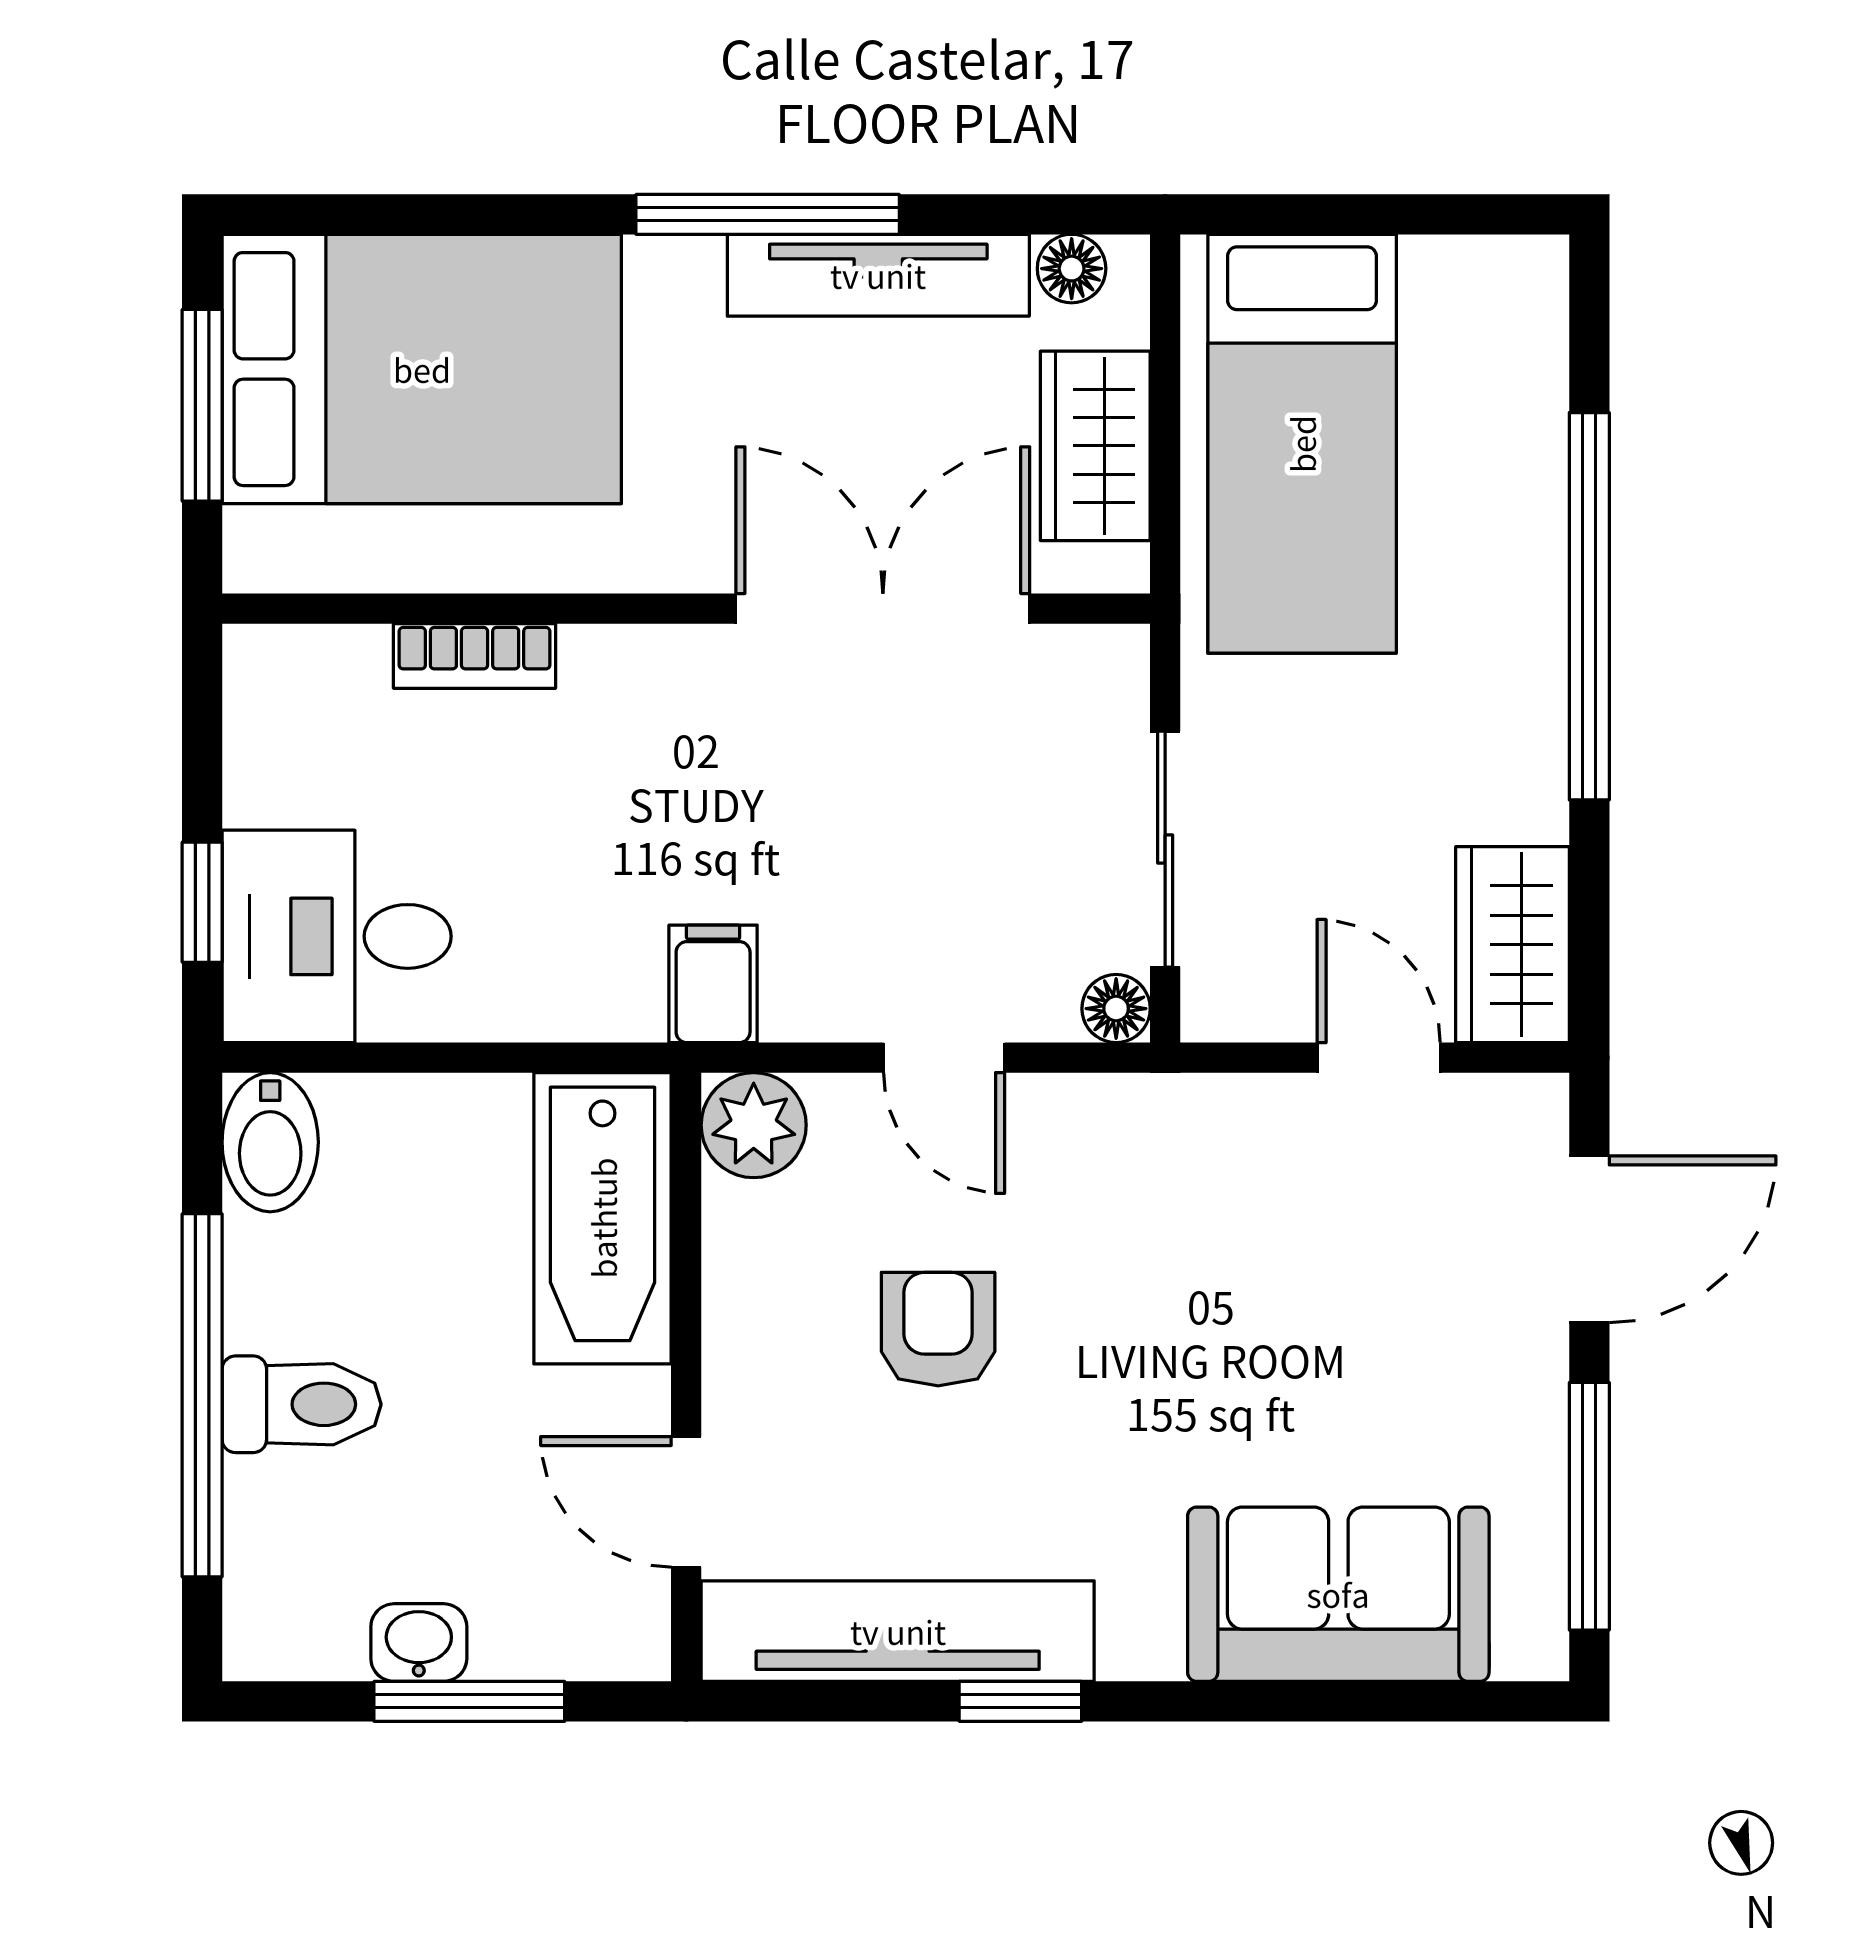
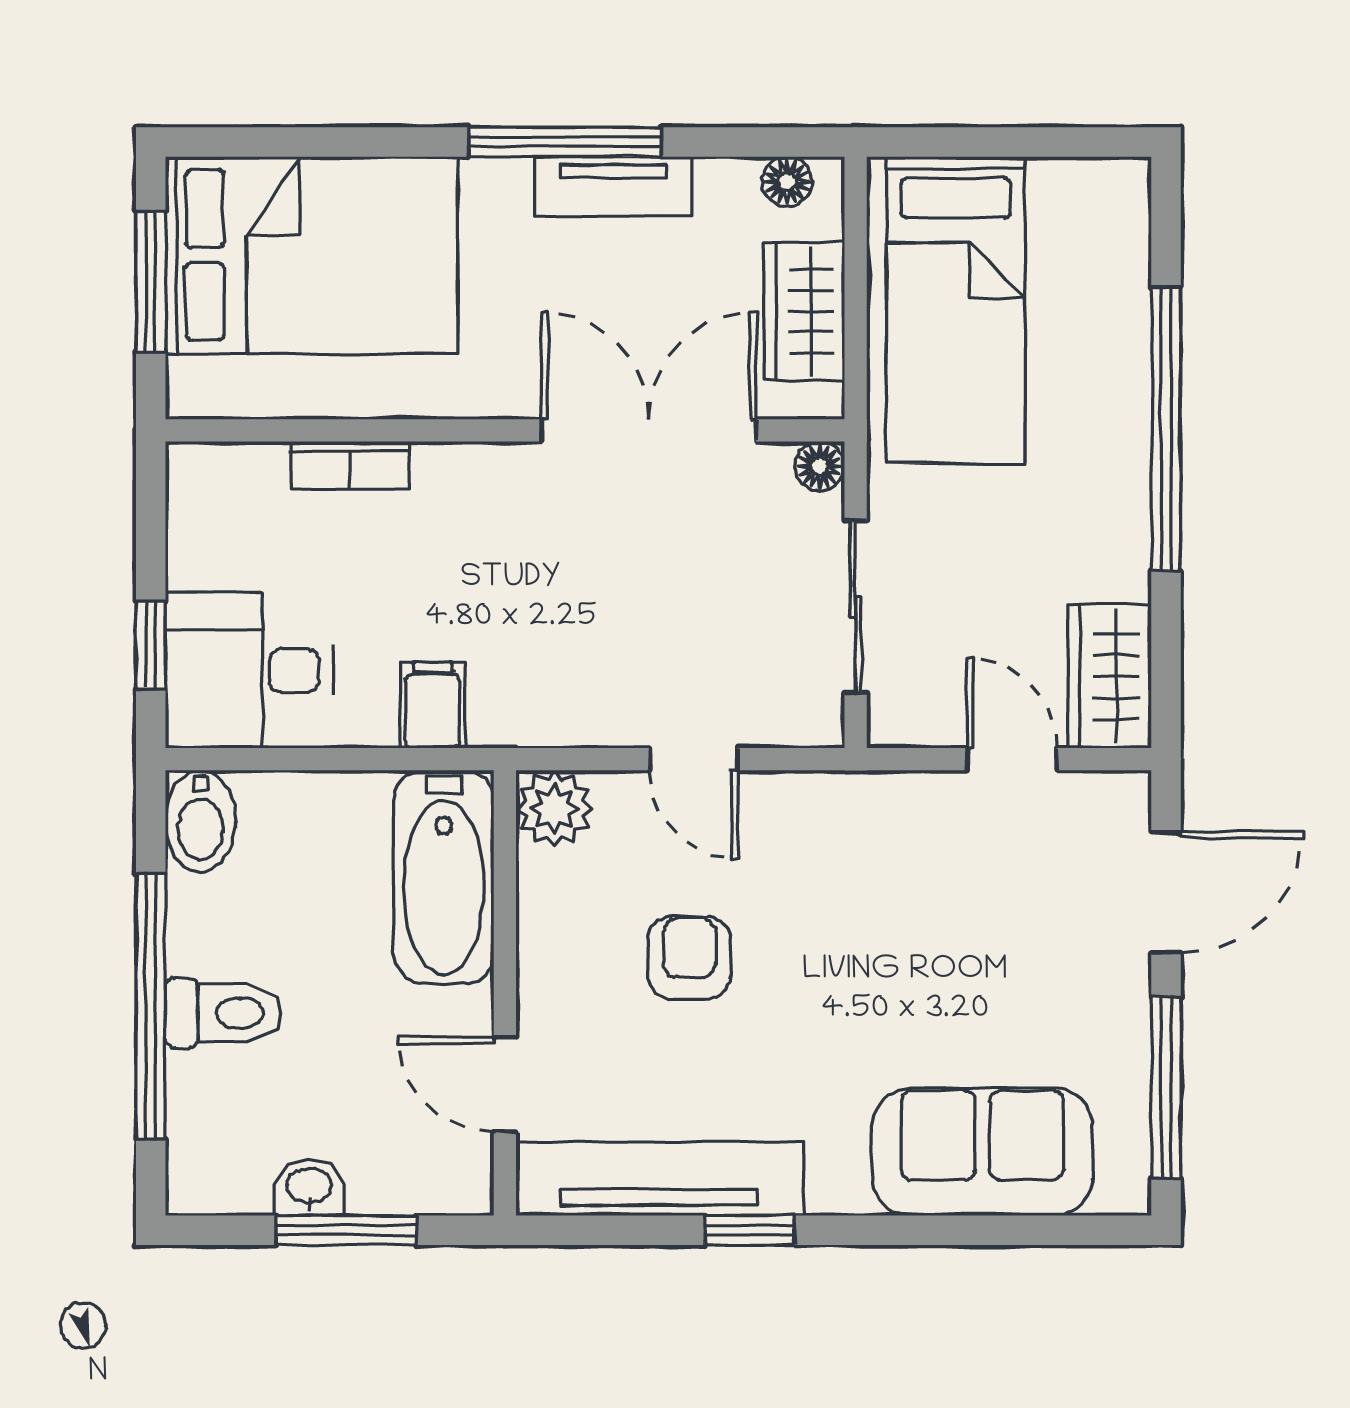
tv unit: (878, 275) -> (613, 186), width x0.71
filing cabinet: (713, 984) -> (433, 705), moved
floor lamp: (1116, 1009) -> (820, 466), moved

